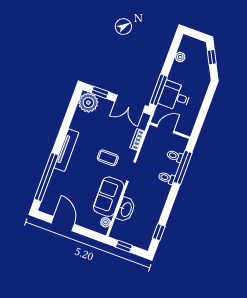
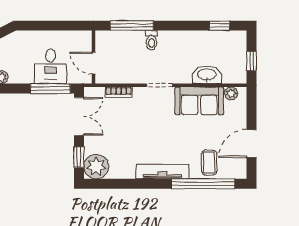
toilet: (175, 156) -> (122, 40), removed
coffee table: (108, 158) -> (209, 163), moved

